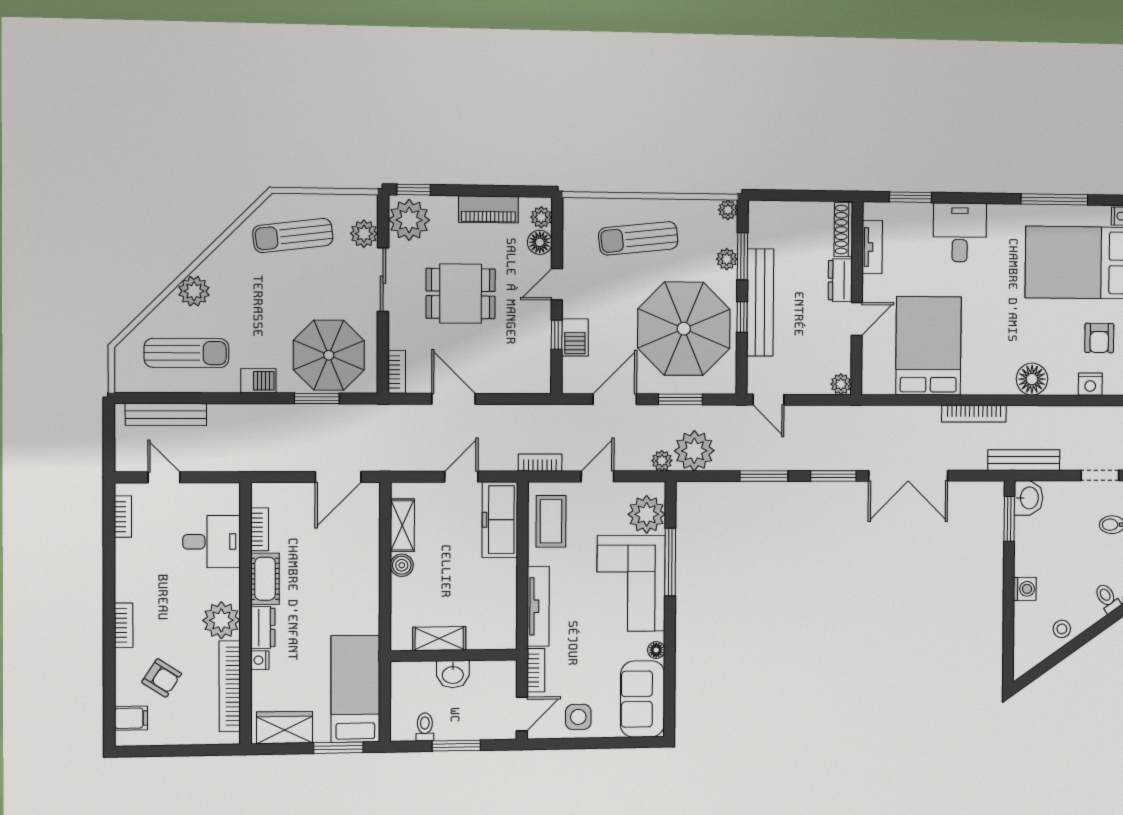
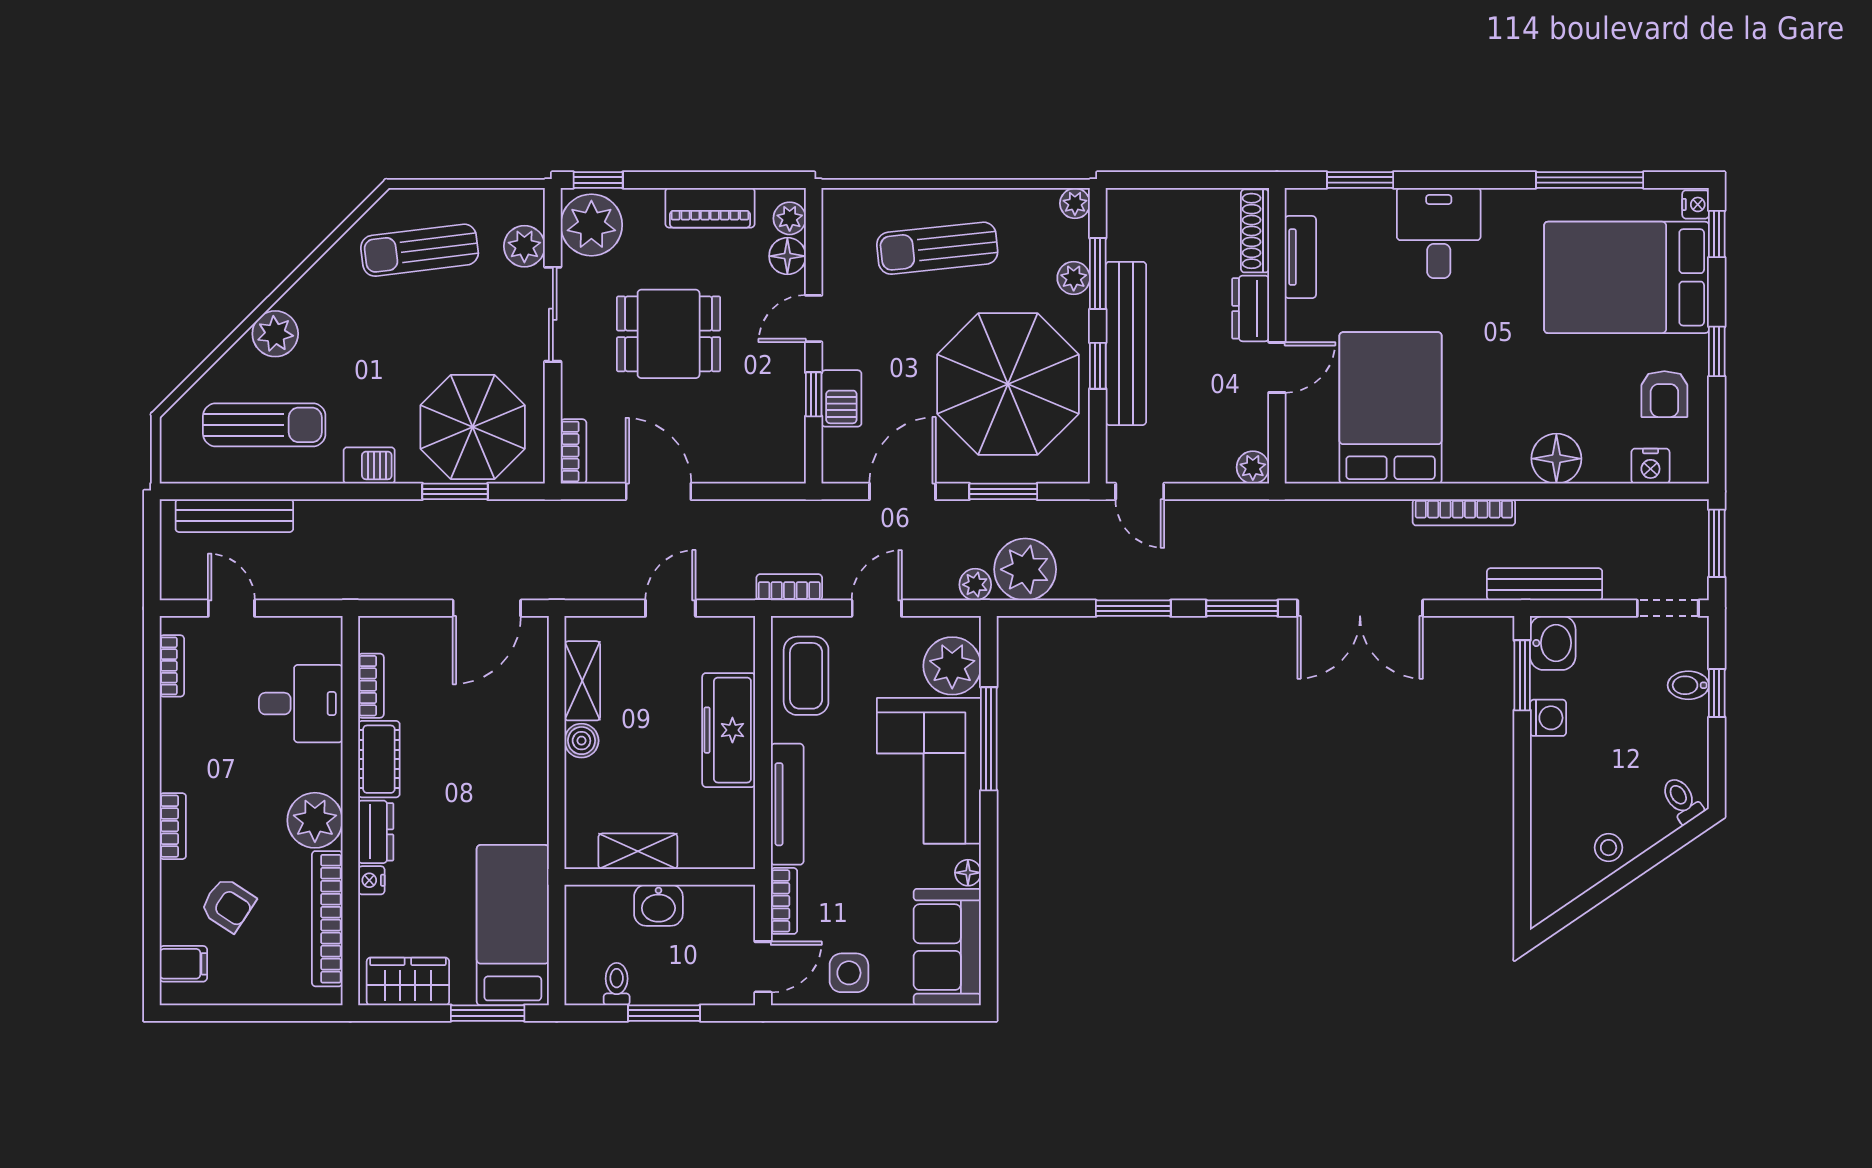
freezer: (500, 520) -> (729, 730), moved
washing machine: (1025, 589) -> (1548, 718), moved

